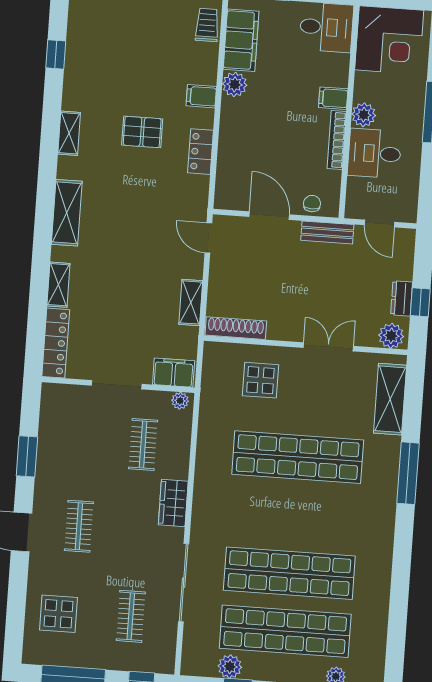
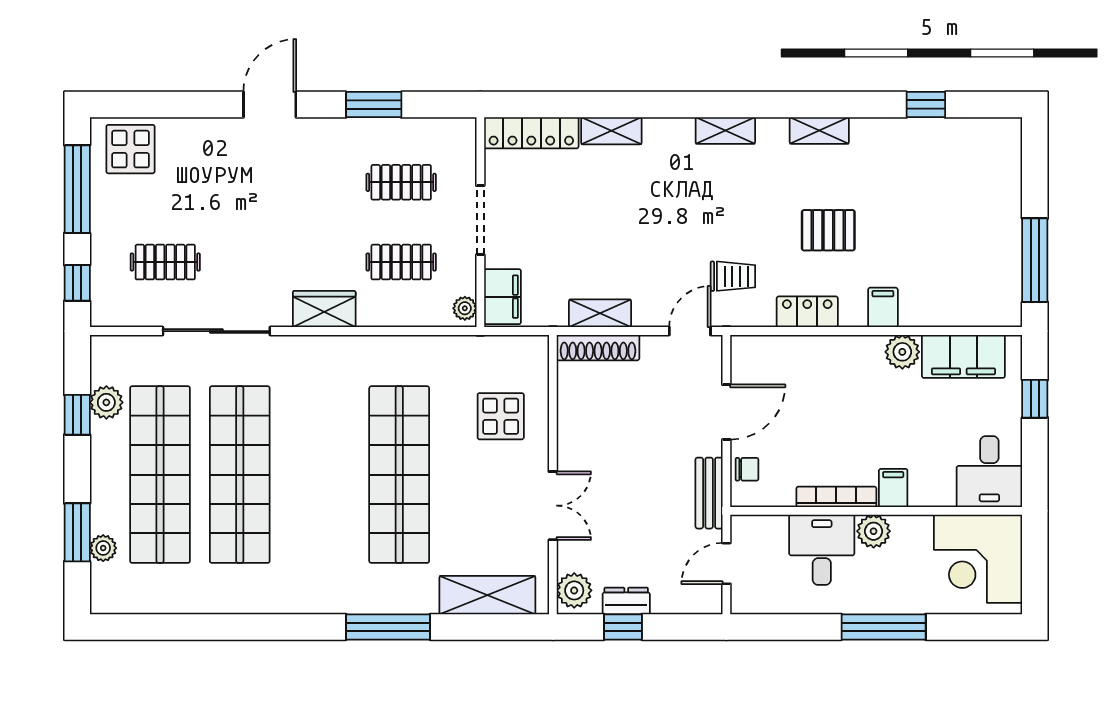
trolley: (207, 25) -> (733, 276), moved
pallet: (142, 132) -> (828, 230), turned 90
shelving: (67, 213) -> (725, 131), width x0.67, depth x0.75
shoe rack: (236, 328) -> (598, 348), moved, turned 90
clothes rail: (79, 526) -> (401, 182), moved
display table: (58, 614) -> (130, 149), moved

